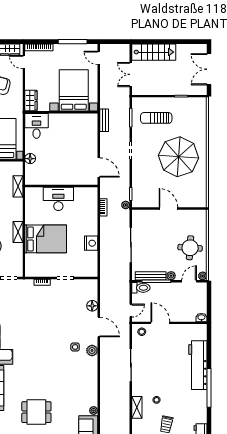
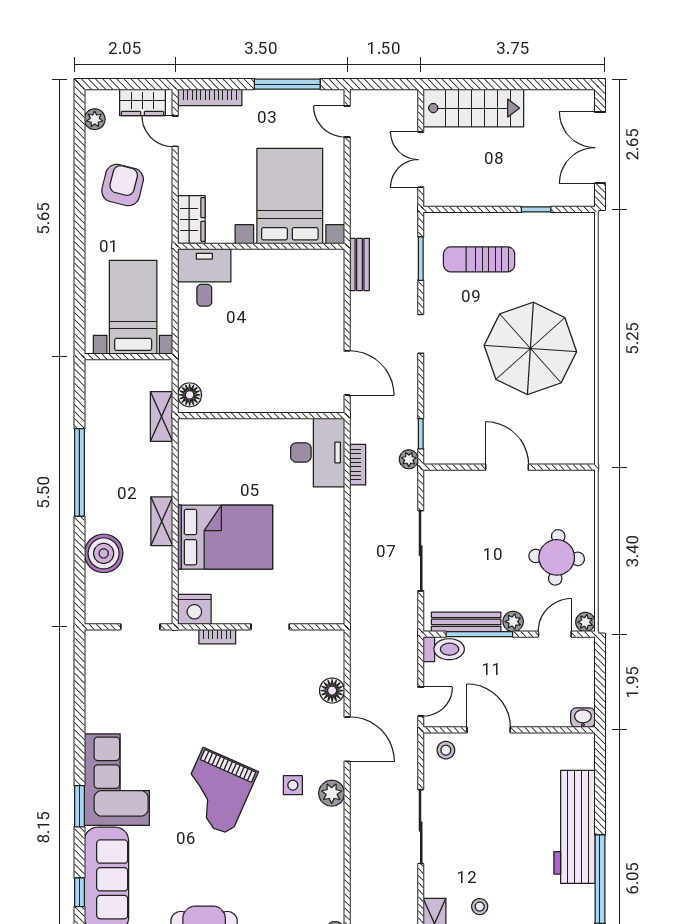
floor lamp: (30, 159) -> (190, 395), moved
desk: (58, 199) -> (318, 452), moved, turned 90
nightstand: (91, 243) -> (194, 609), moved, turned 90
grand piano: (42, 350) -> (217, 791), added

